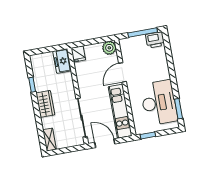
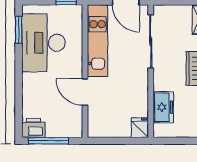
plant: (109, 48) -> (97, 128), removed
freezer: (62, 61) -> (163, 107), moved
door: (122, 72) -> (85, 92), swing flipped

